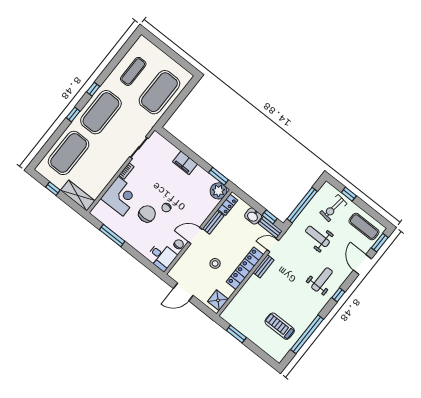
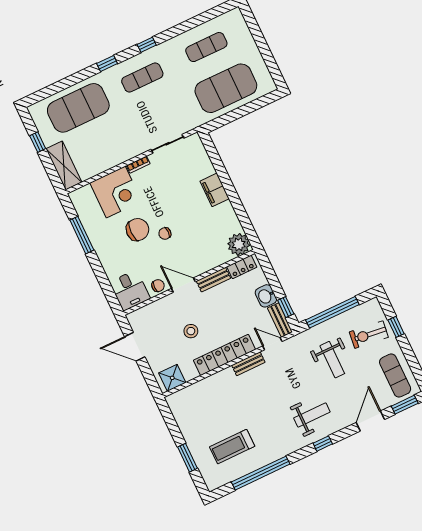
exercise mat: (101, 112) -> (142, 77), width x0.50, depth x0.69
window: (218, 176) -> (247, 227), removed
weight bench: (317, 236) -> (332, 360), turned 180
treadmill: (280, 326) -> (232, 447), turned -90
window: (236, 334) -> (187, 458), moved

